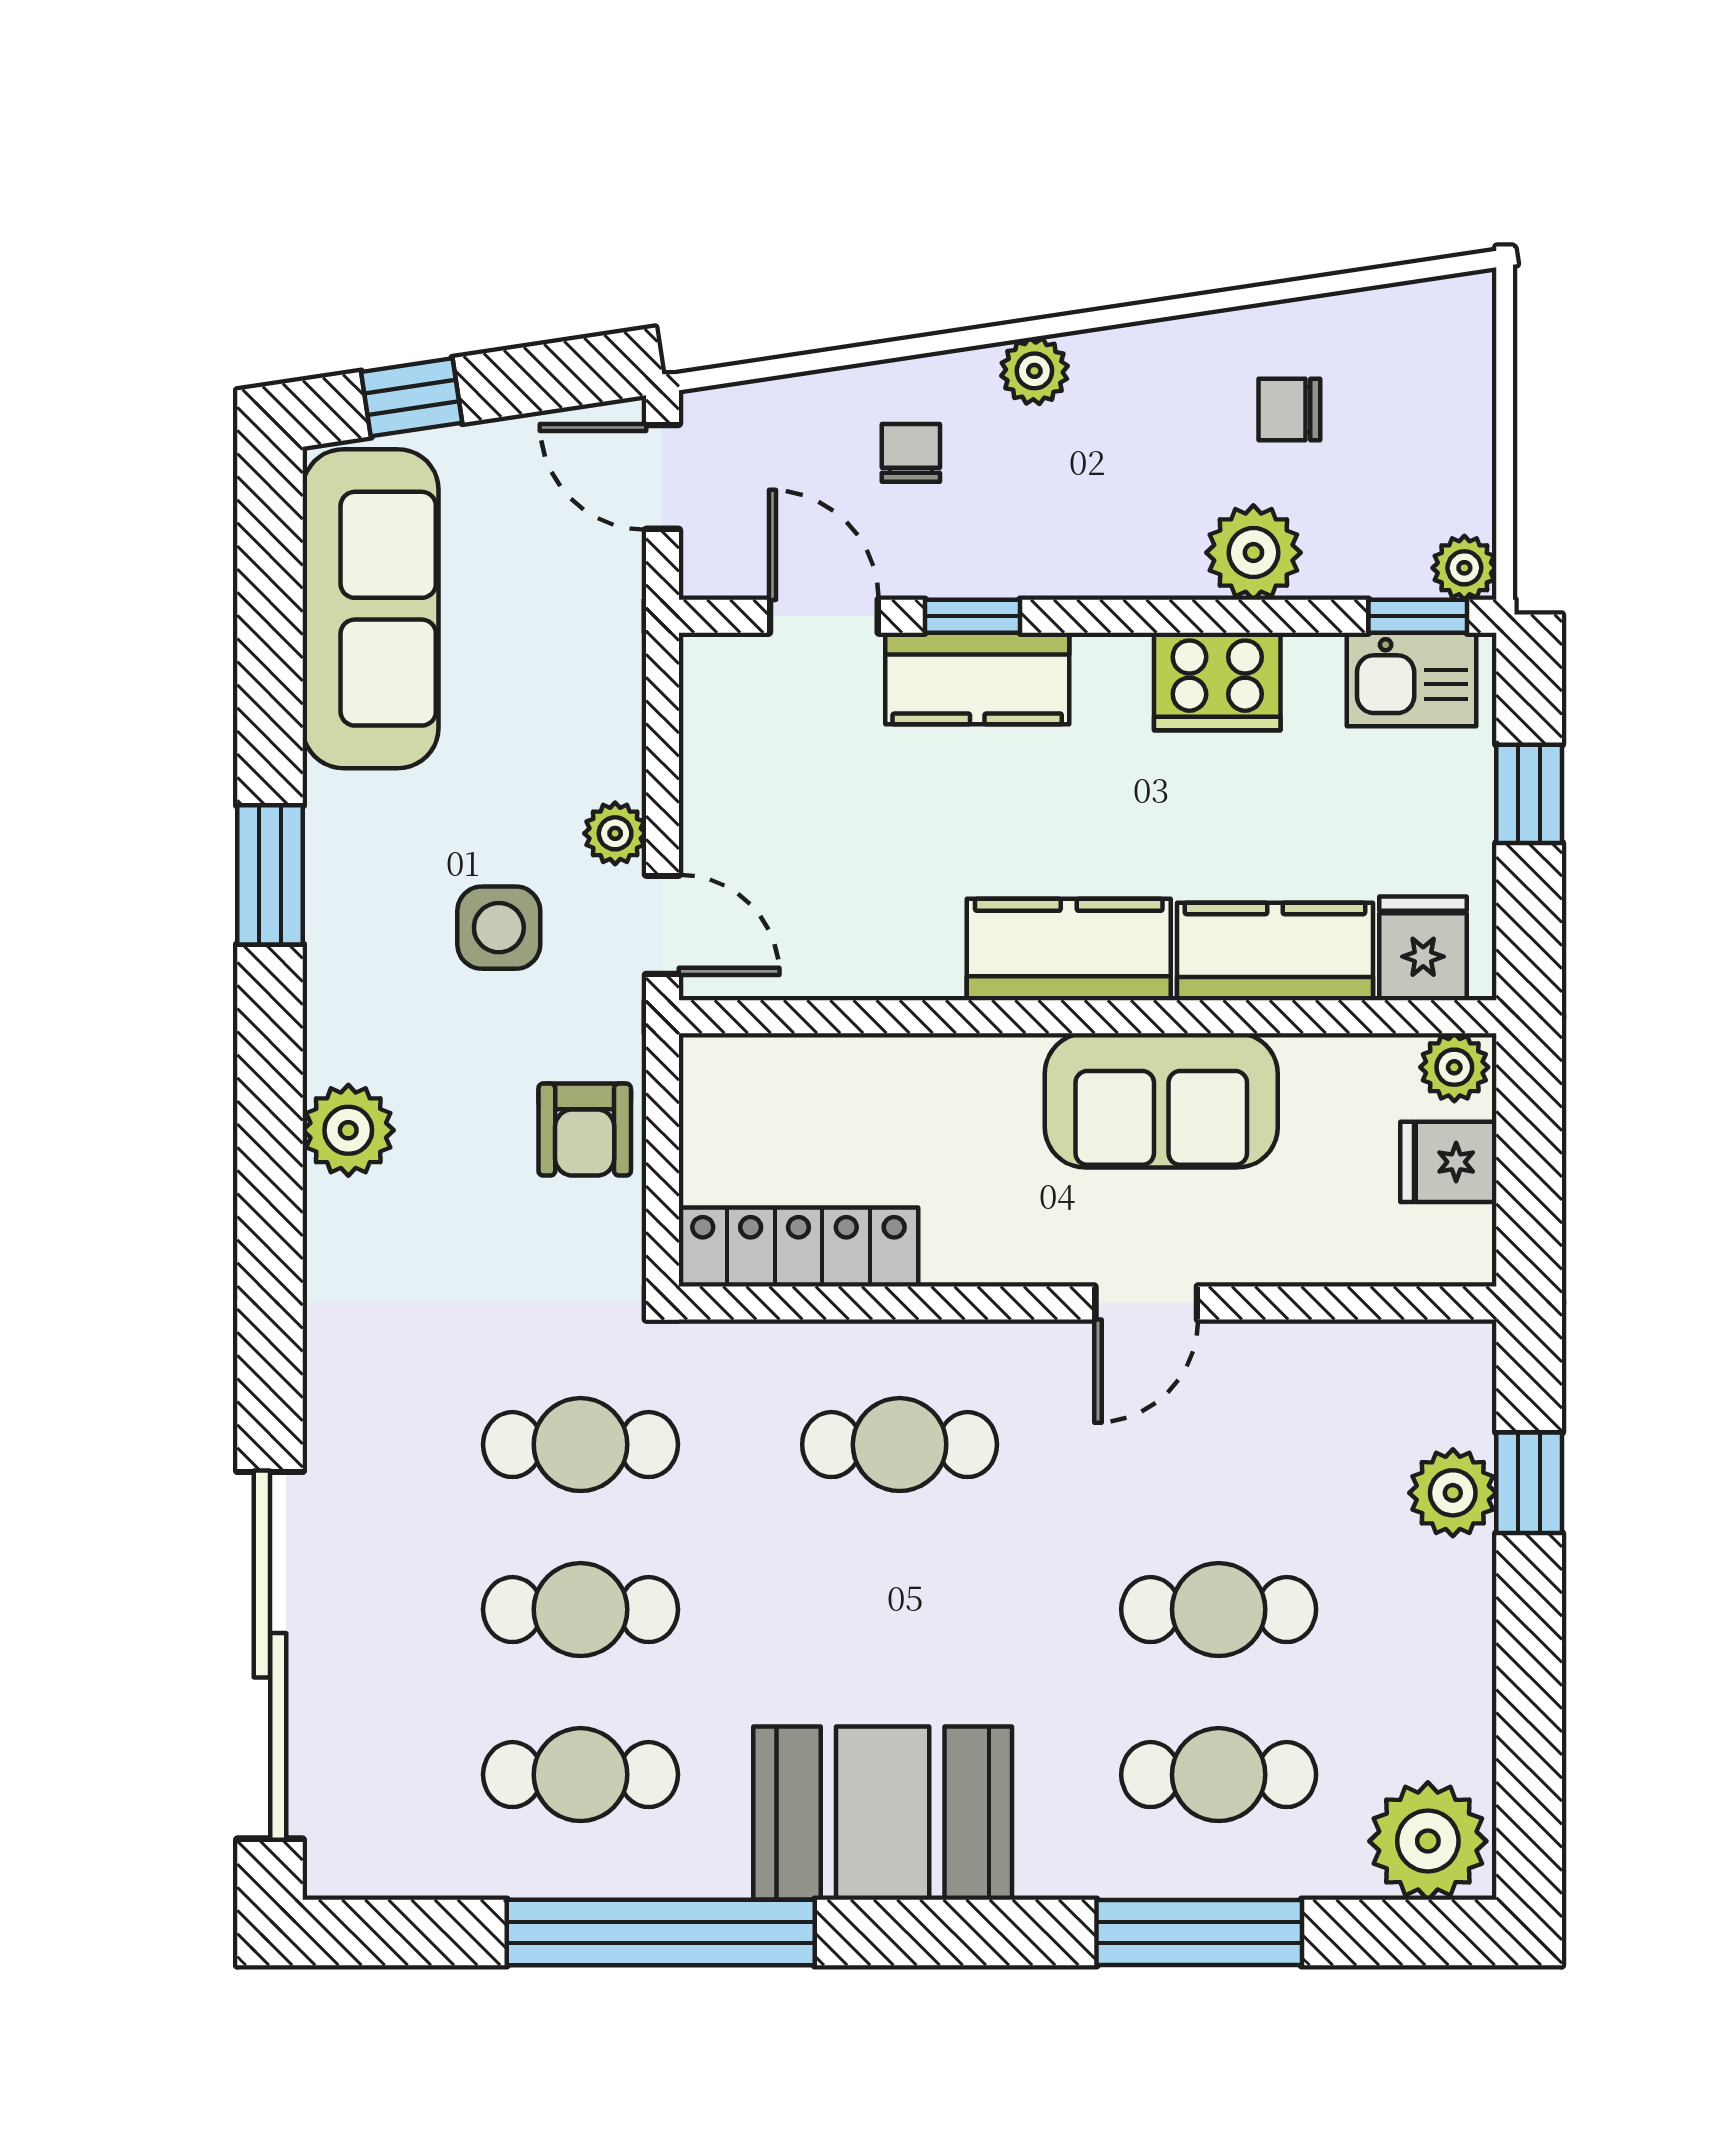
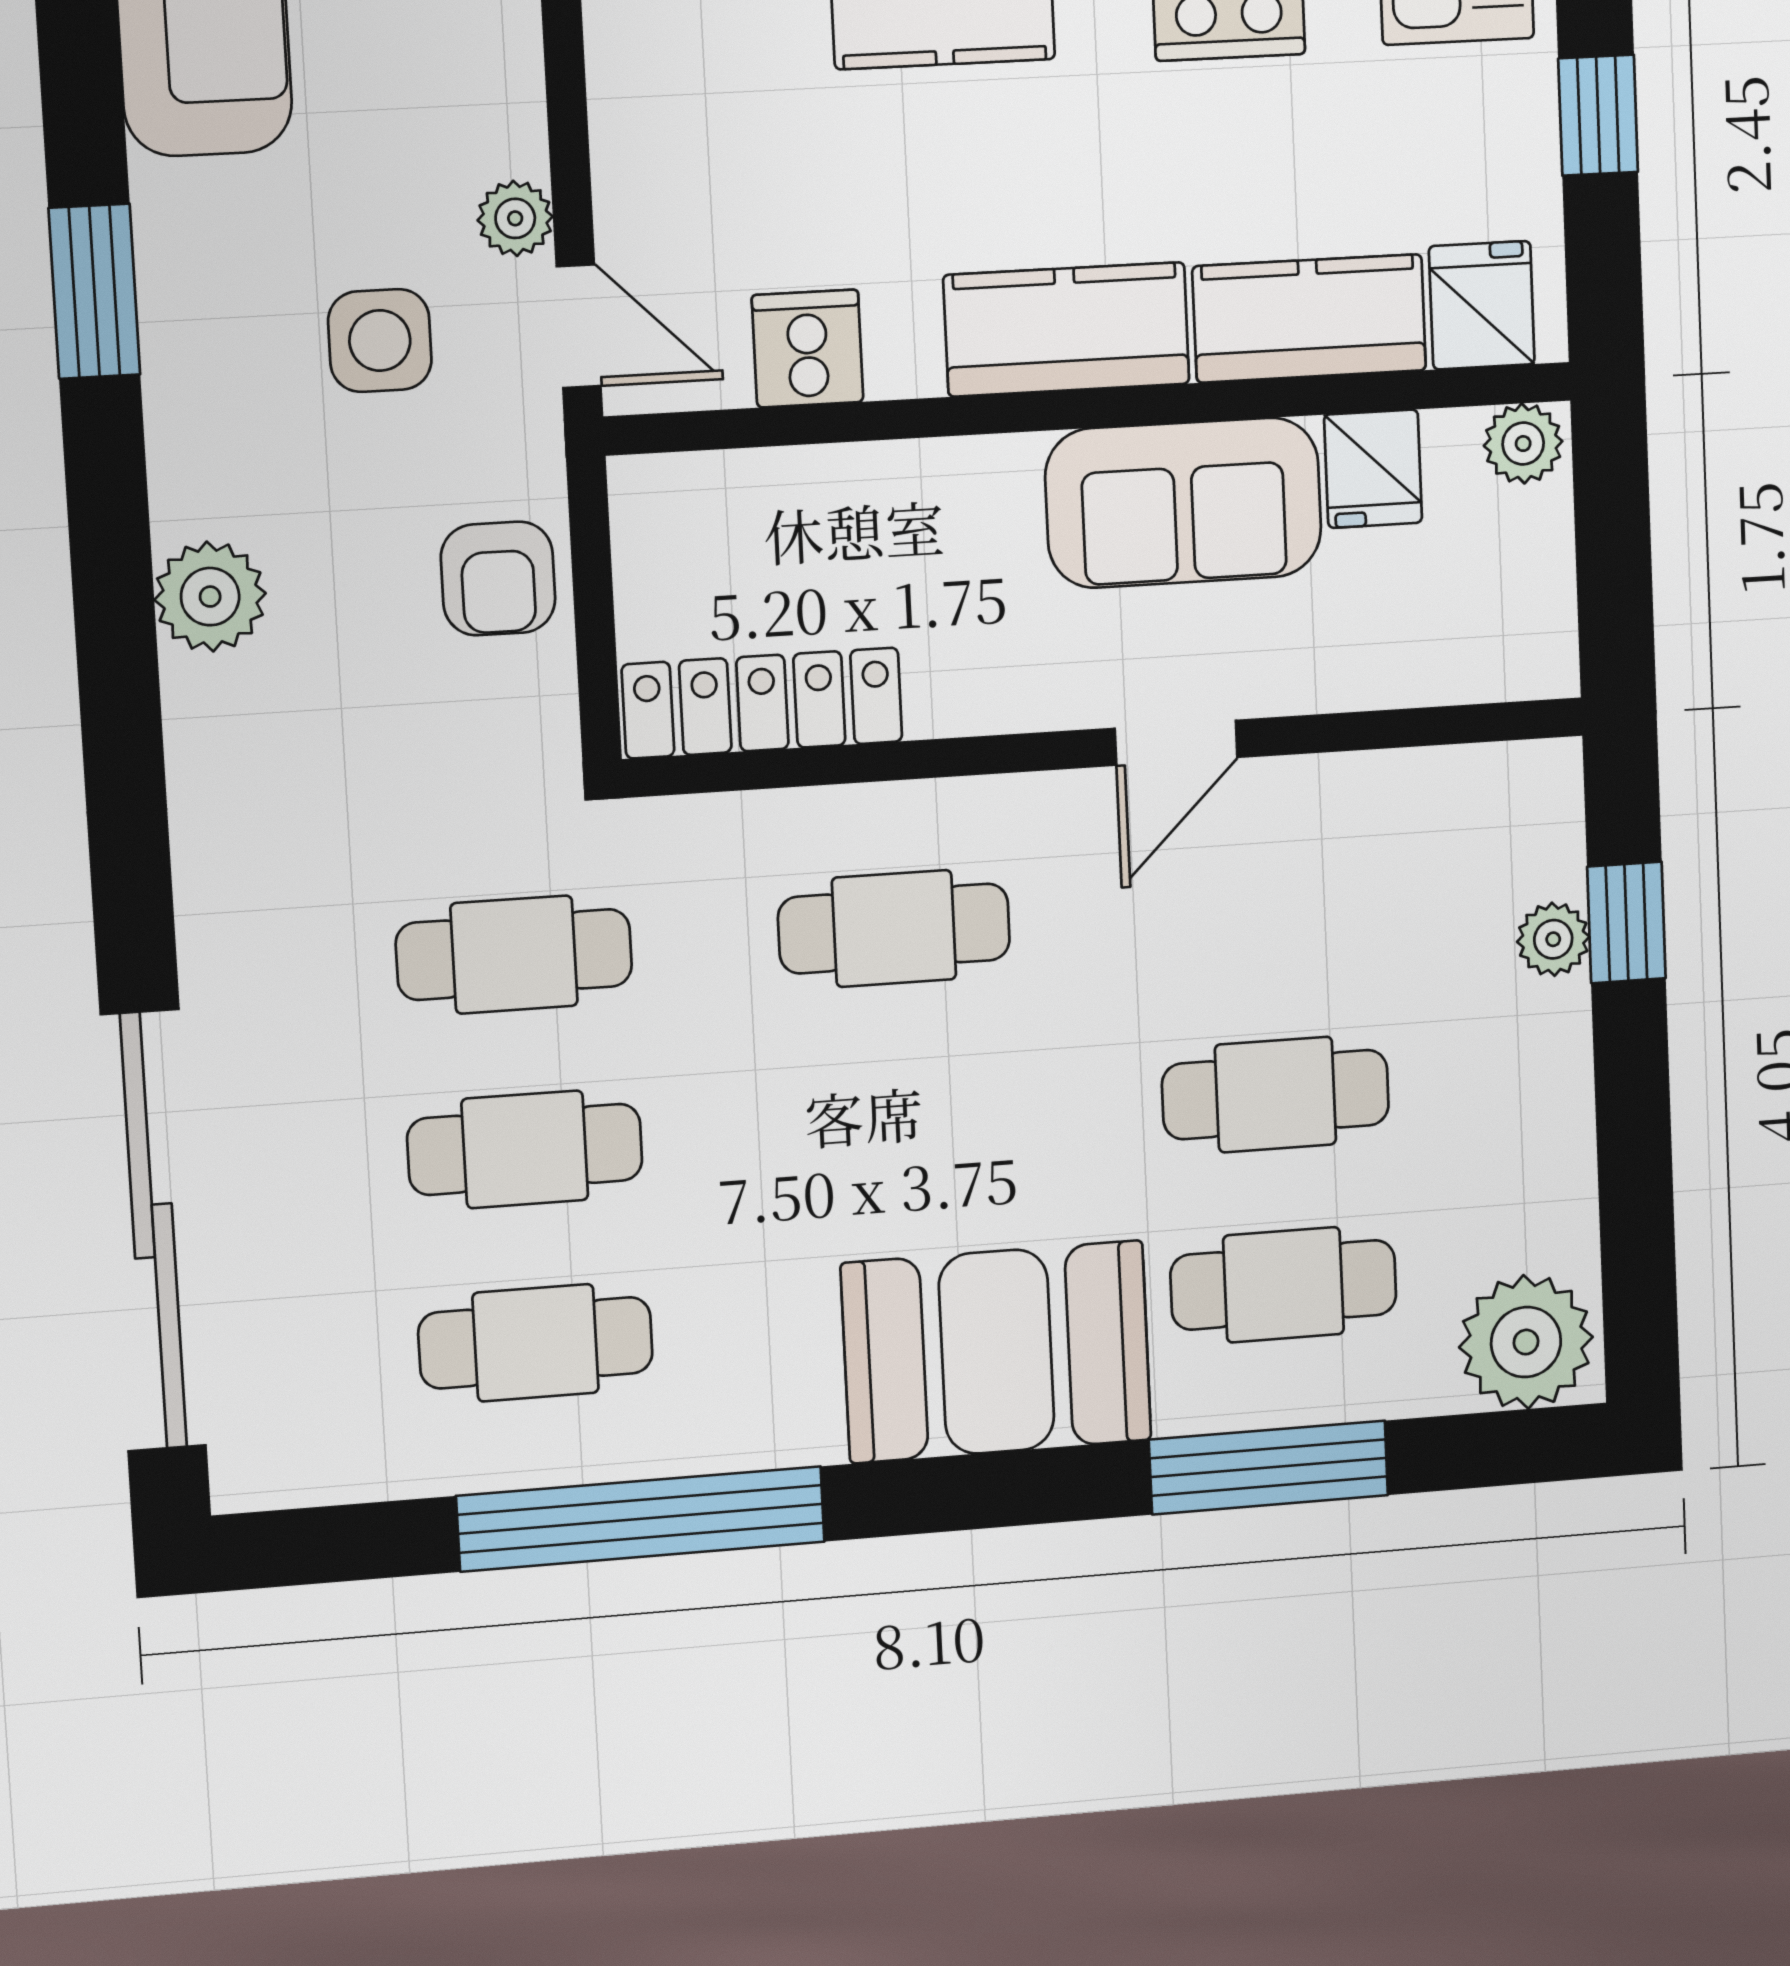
cooker: (851, 954) -> (808, 349), added
fridge: (1448, 1162) -> (1373, 469), moved, turned -90
plant: (1453, 1493) -> (1553, 939), width x0.73, depth x0.73
booth: (883, 1813) -> (996, 1352), moved

